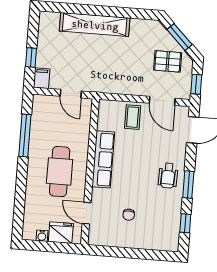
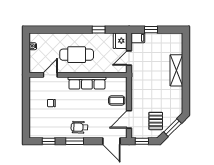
shelving: (95, 25) -> (176, 70), width x0.68
window: (25, 136) -> (99, 30), width x0.46
fridge: (61, 233) -> (120, 41), moved, turned 180

